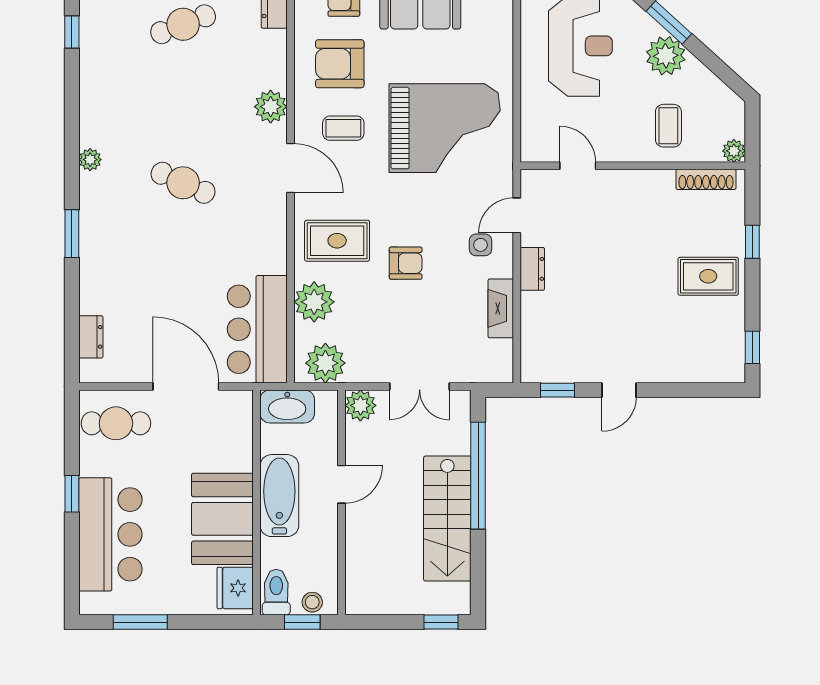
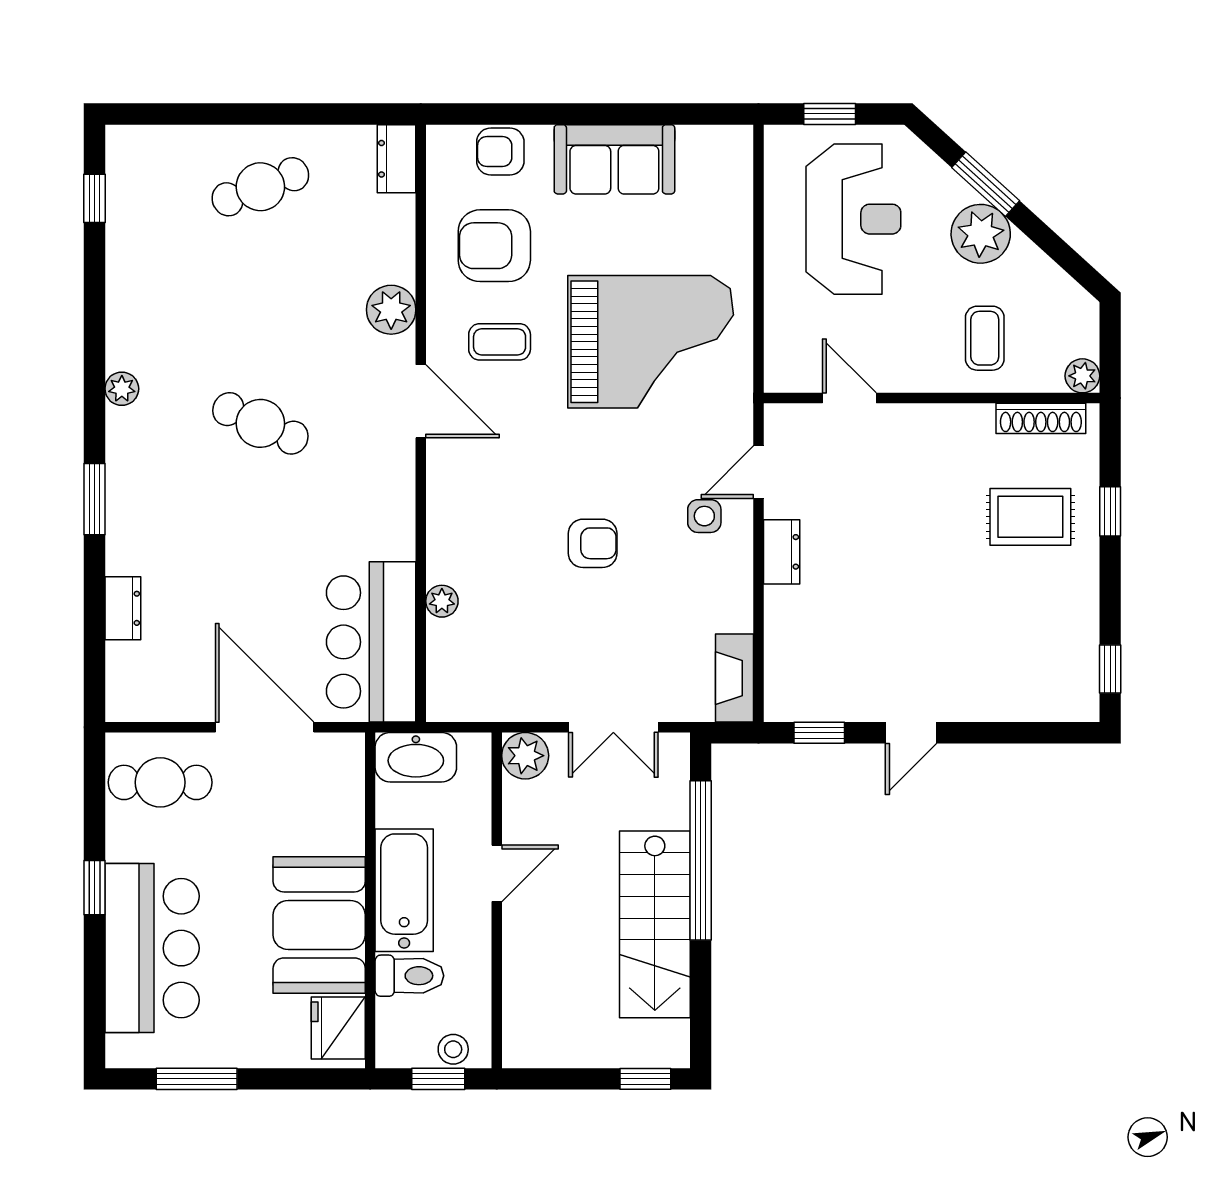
rug: (337, 241) -> (490, 510), removed
rug: (708, 276) -> (1030, 517), moved
plant: (314, 302) -> (442, 601), width x0.53, depth x0.53
fireplace: (501, 308) -> (735, 678), moved
dresser: (91, 337) -> (123, 608), moved
plant: (325, 363) -> (473, 692), removed
toilet: (276, 592) -> (409, 976), moved, turned 90

